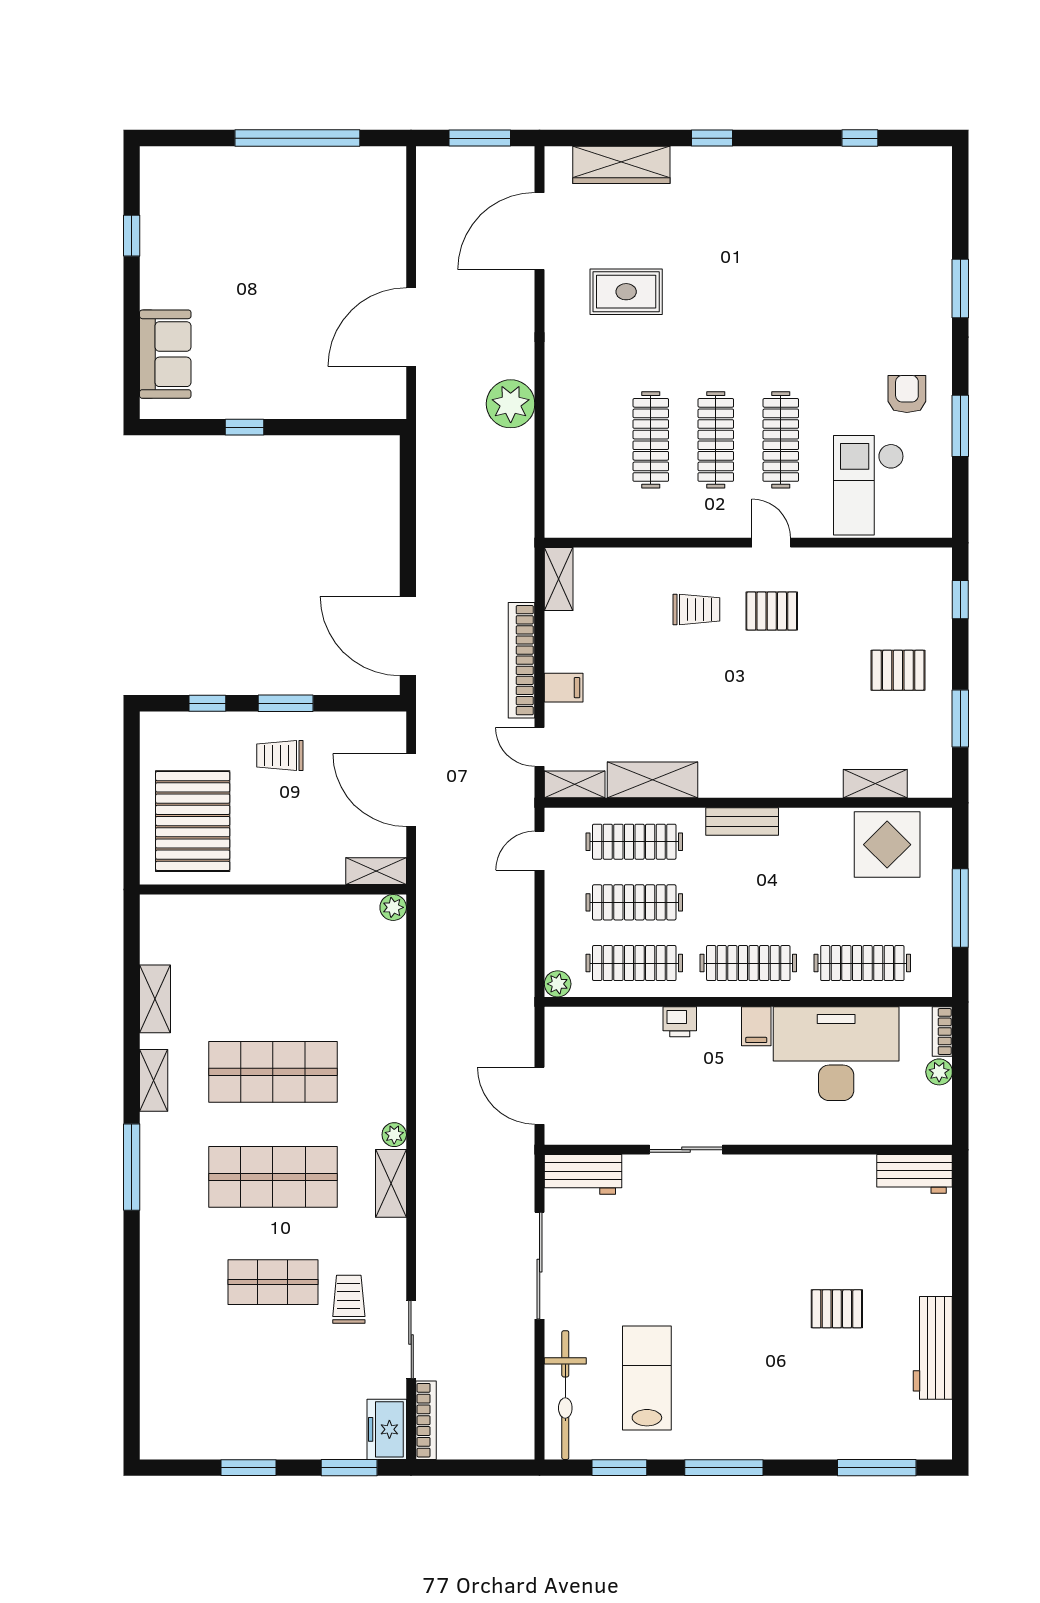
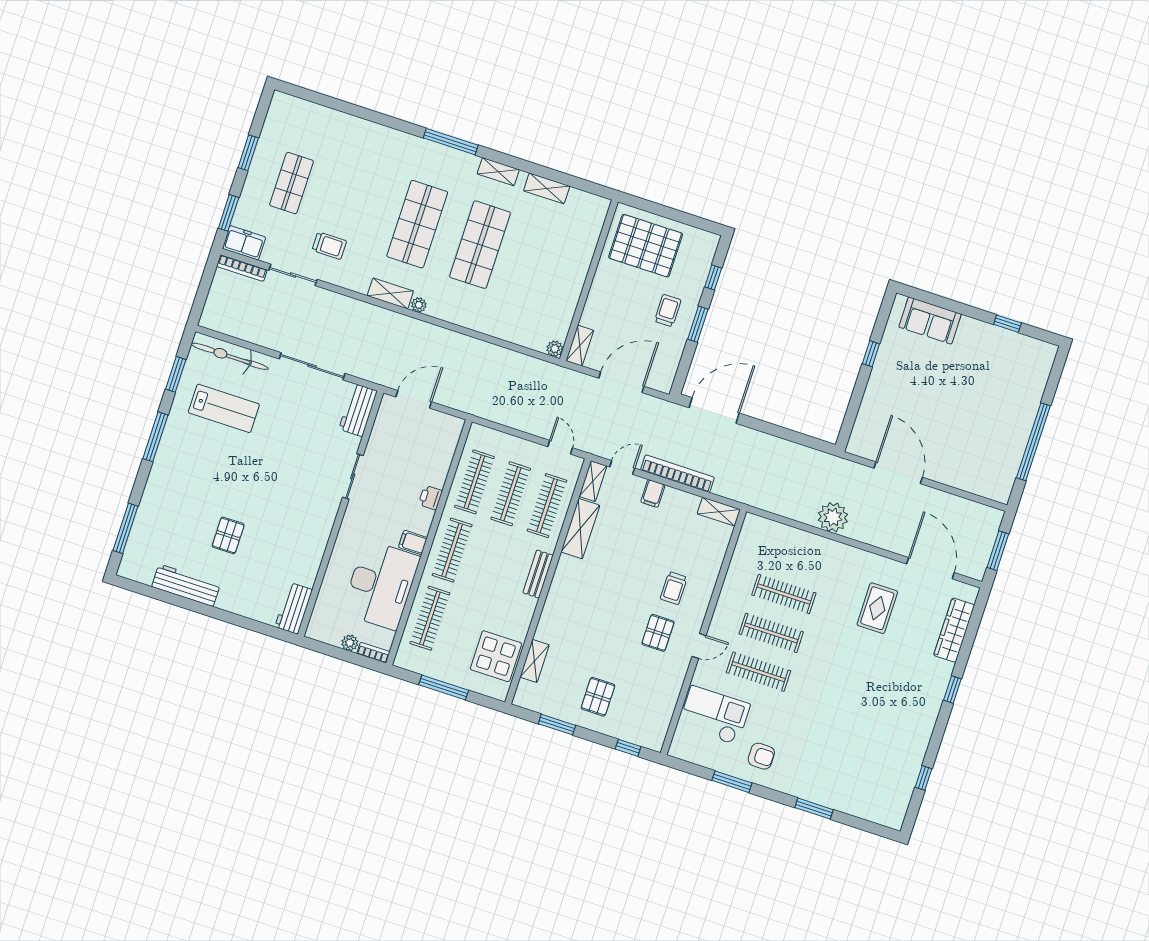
plant: (558, 984) -> (477, 432), removed
shop shelf: (273, 1282) -> (292, 183), moved

